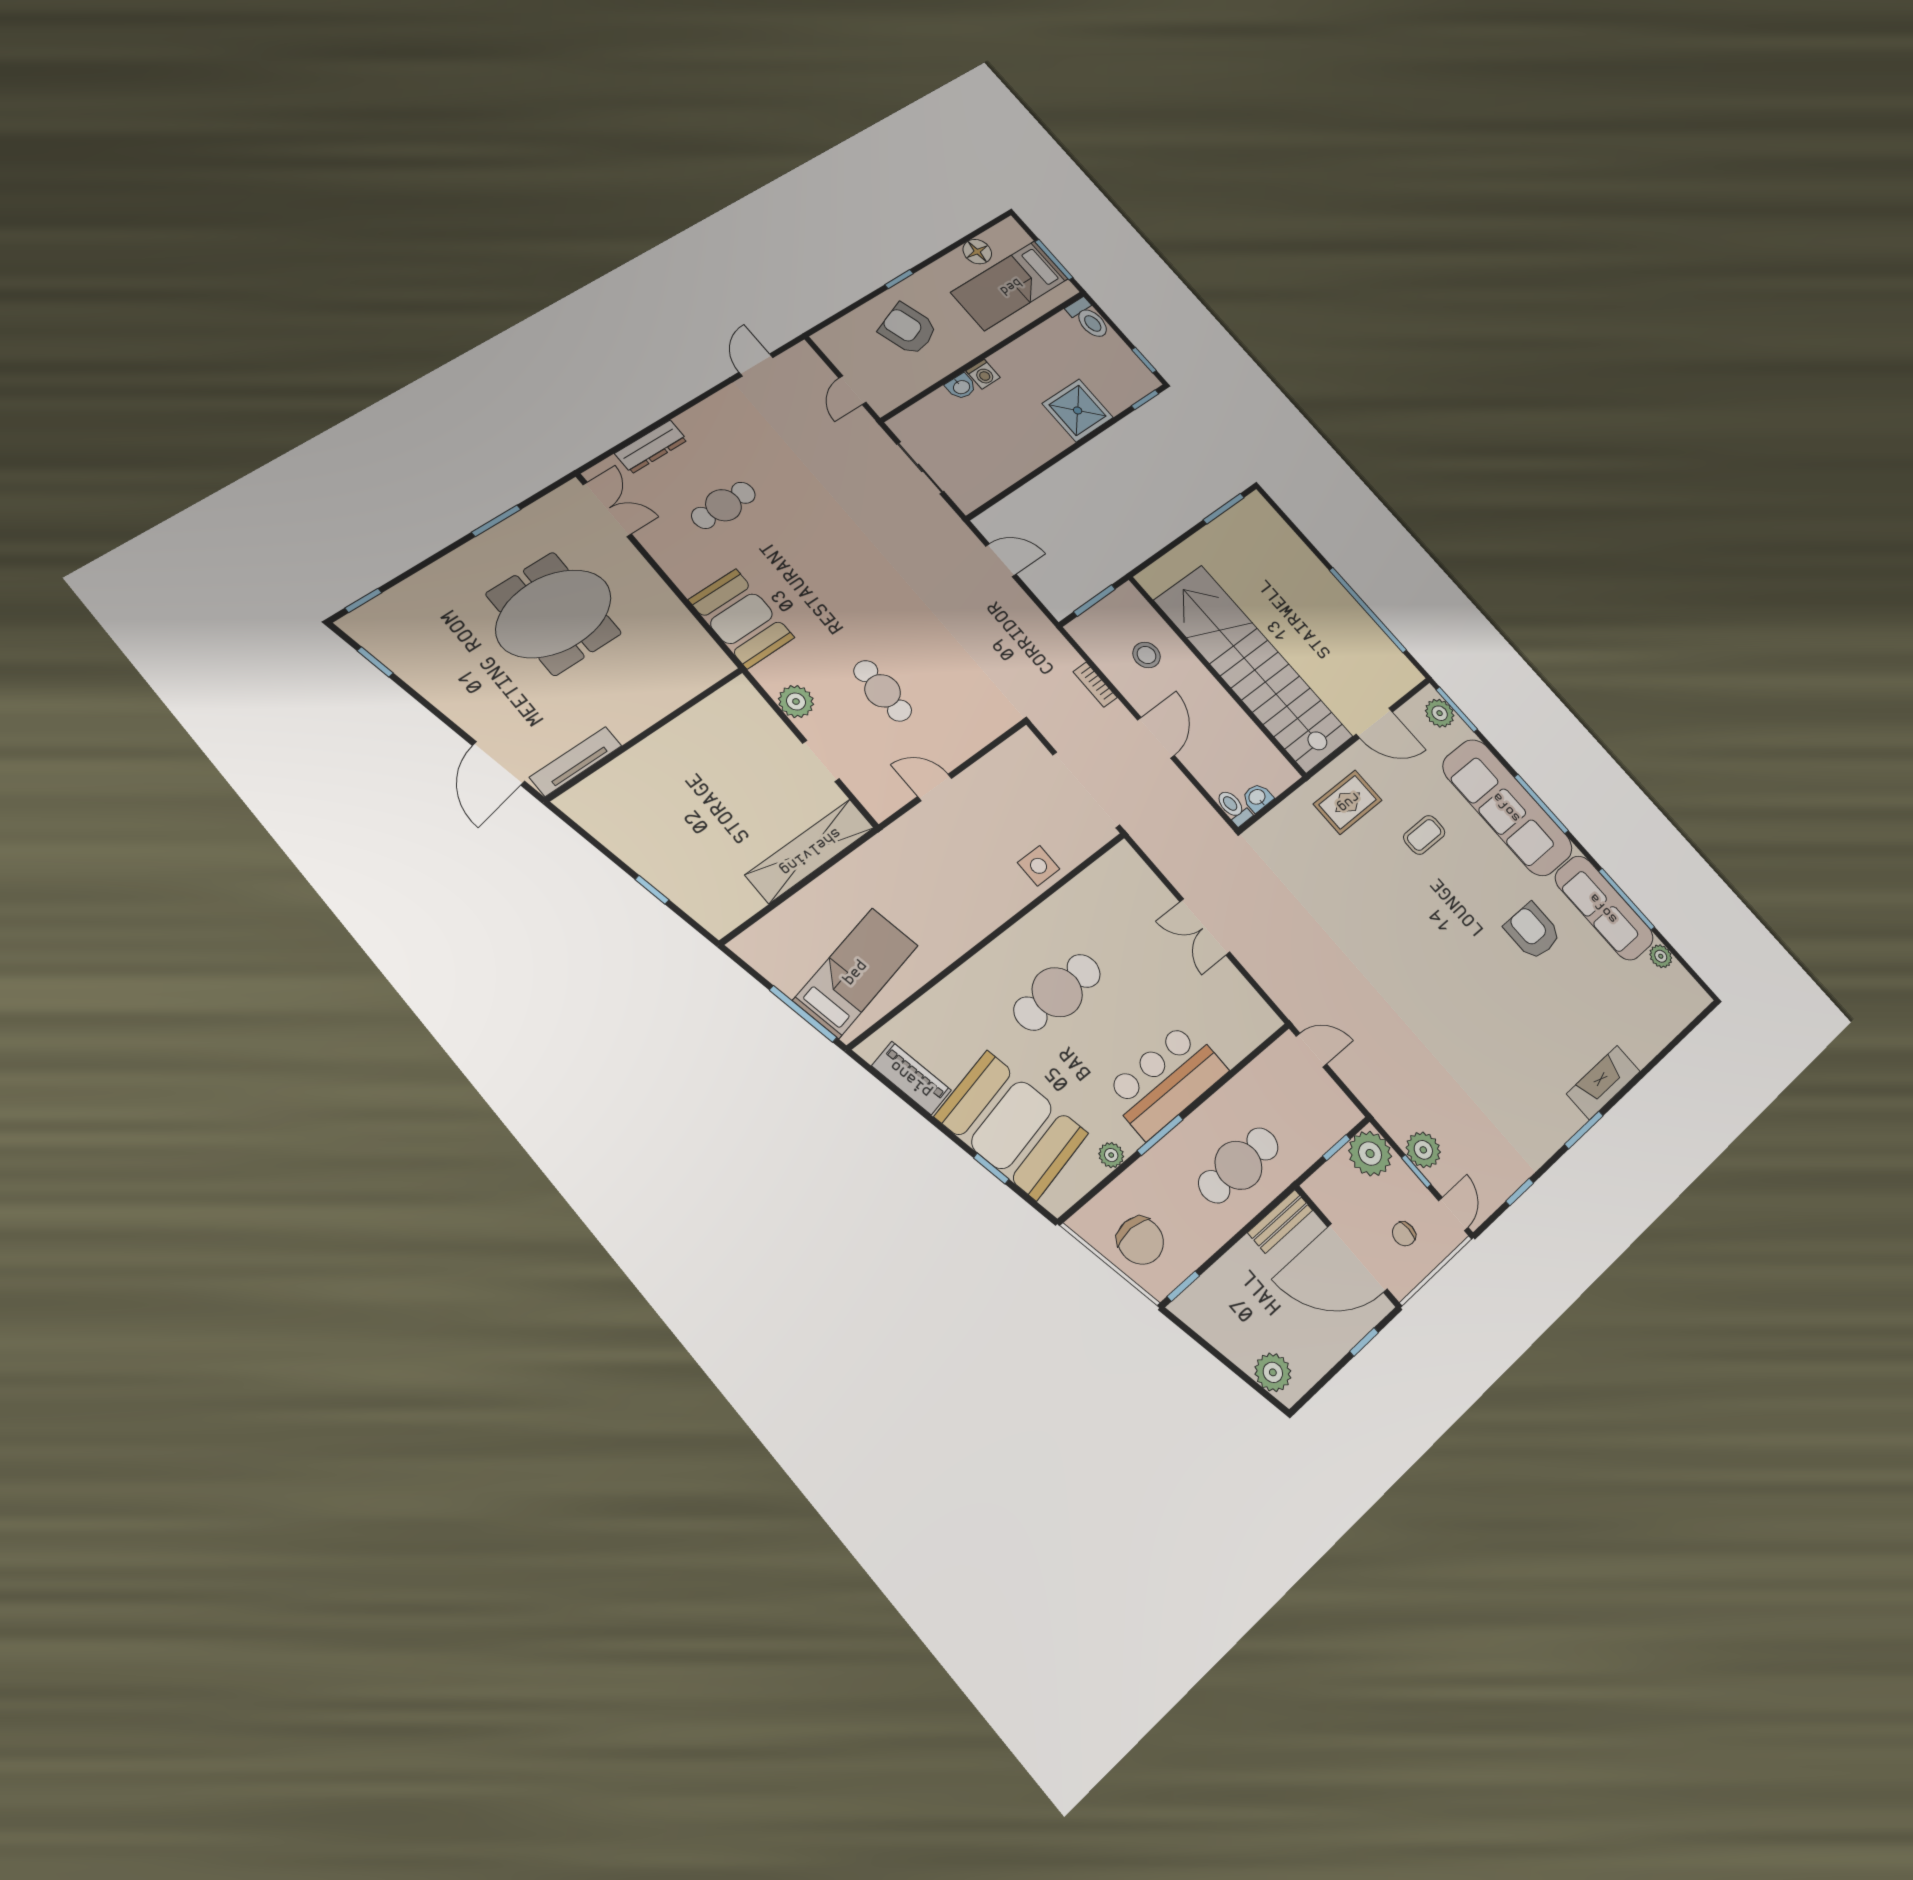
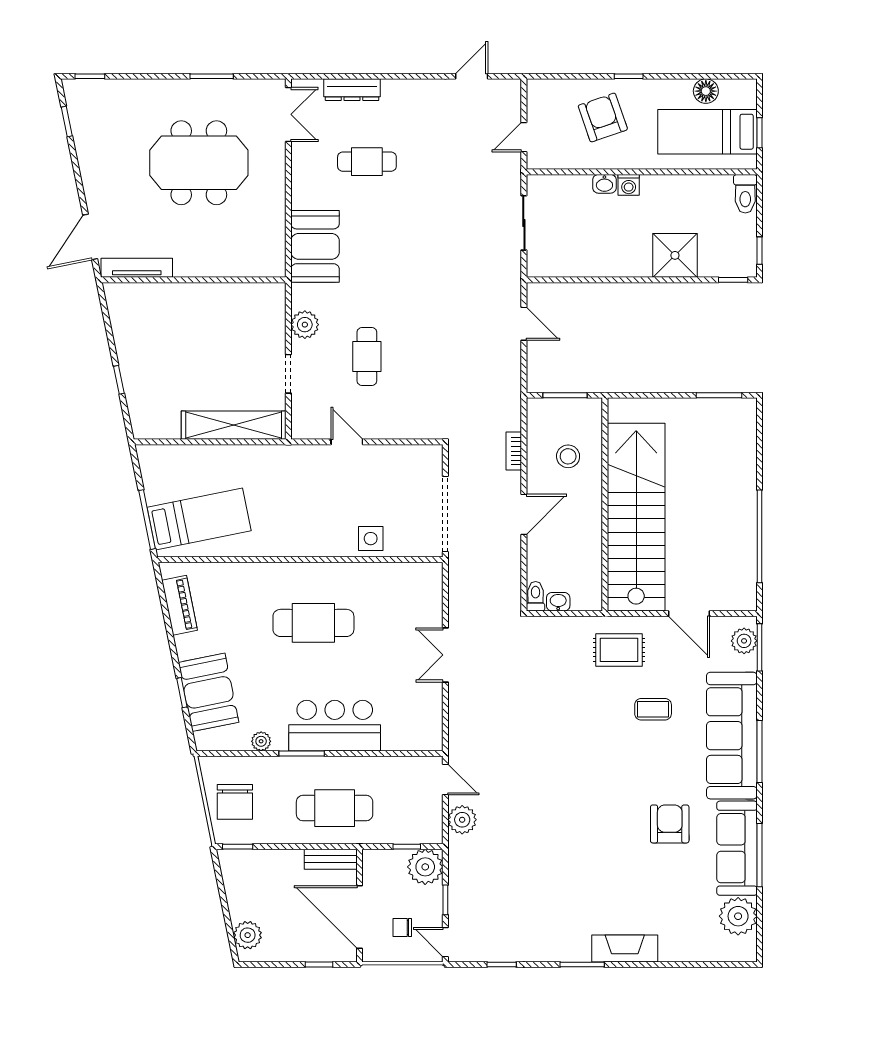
window: (1054, 260) -> (759, 133), width x0.67
plant: (1661, 956) -> (738, 916), width x1.88, depth x1.88
booth: (1012, 1125) -> (209, 692), width x0.73, depth x0.70
plant: (1423, 1150) -> (462, 820), moved
door: (1453, 1214) -> (445, 942), swing flipped

